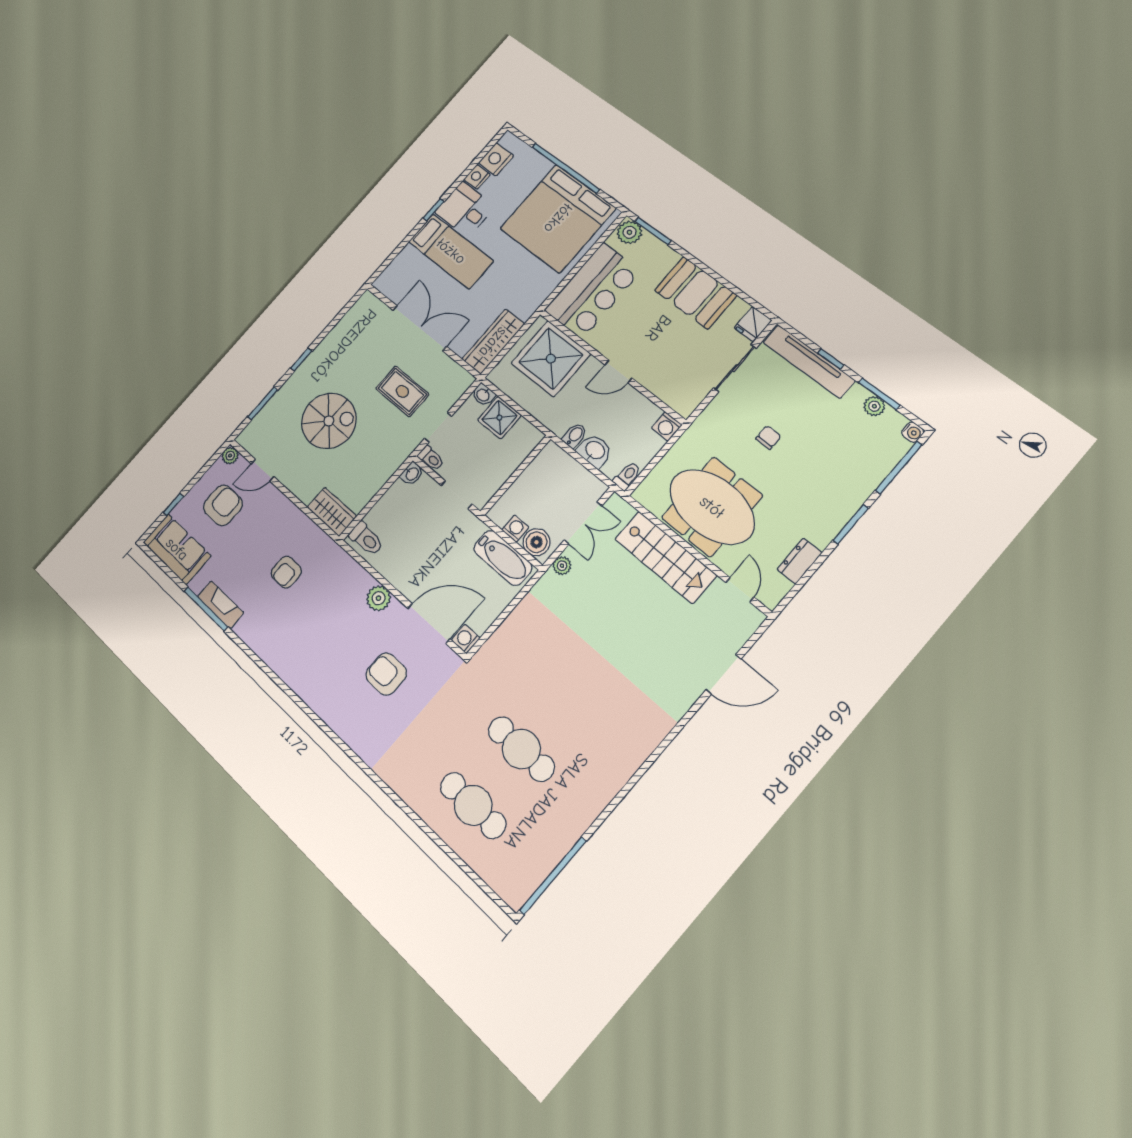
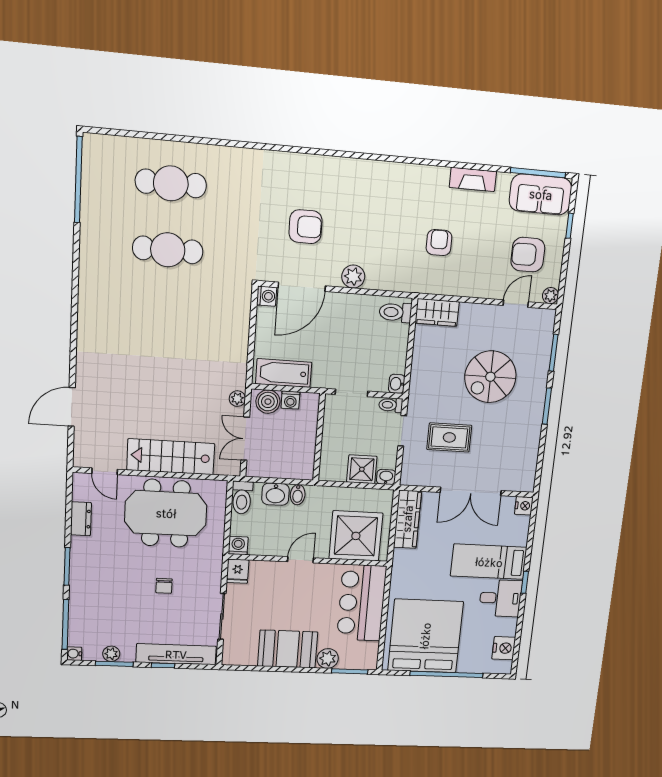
nightstand: (477, 177) -> (524, 506), moved
plant: (630, 232) -> (328, 659), moved
fridge: (753, 324) -> (238, 571), moved, turned 180
window: (301, 360) -> (547, 406), width x1.50
toilet: (627, 476) -> (242, 498), width x1.37, depth x1.39
armchair: (223, 505) -> (528, 255), turned 90
window: (206, 609) -> (538, 173), moved

